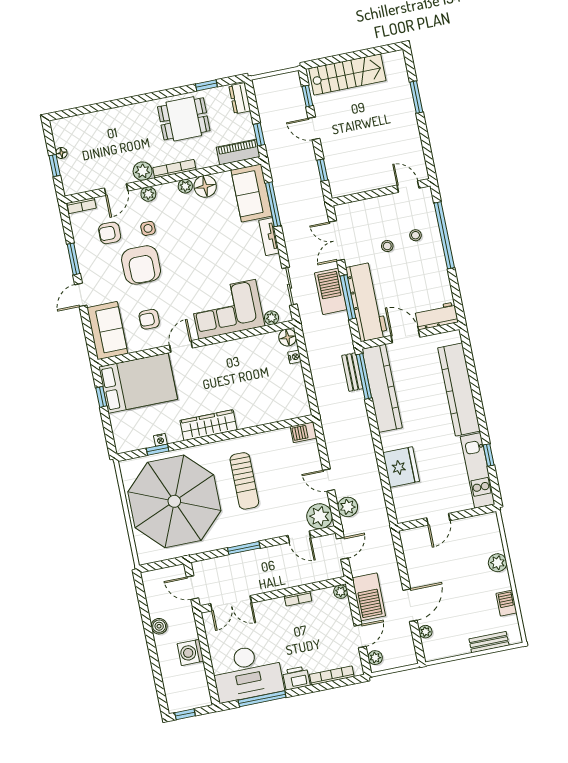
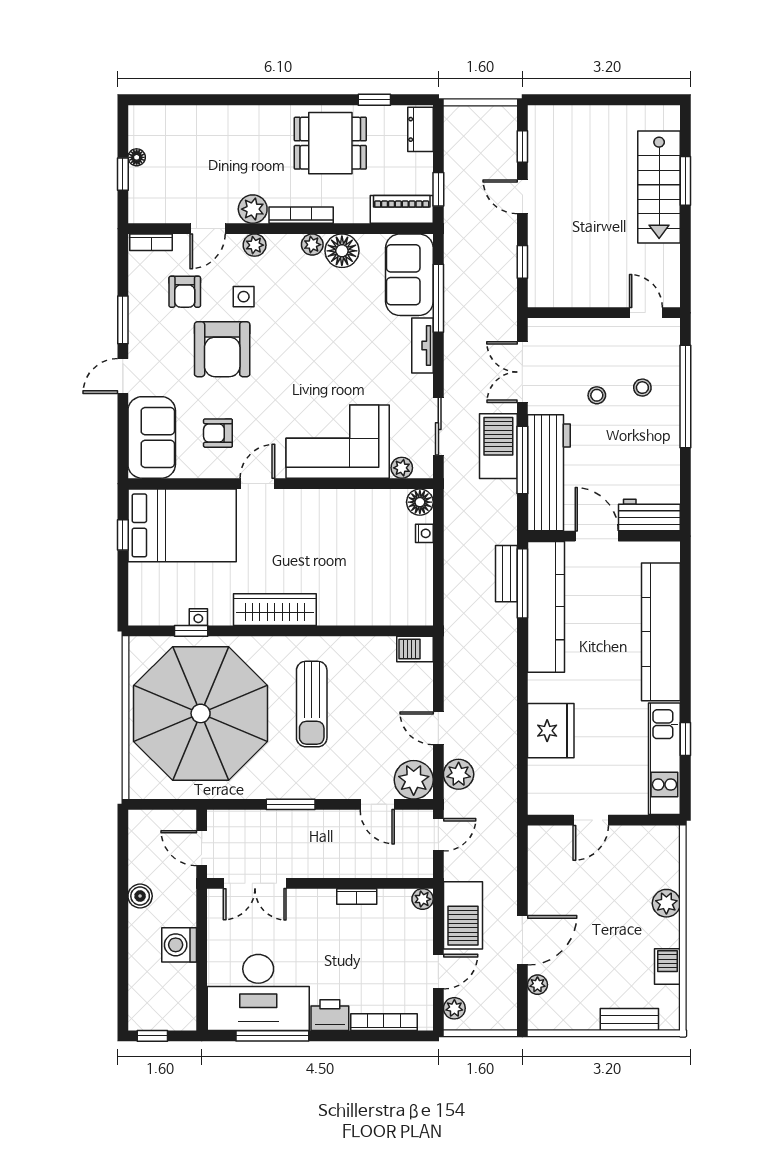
stairs: (347, 74) -> (659, 187), moved, turned 90
armchair: (110, 233) -> (185, 292), turned -90

